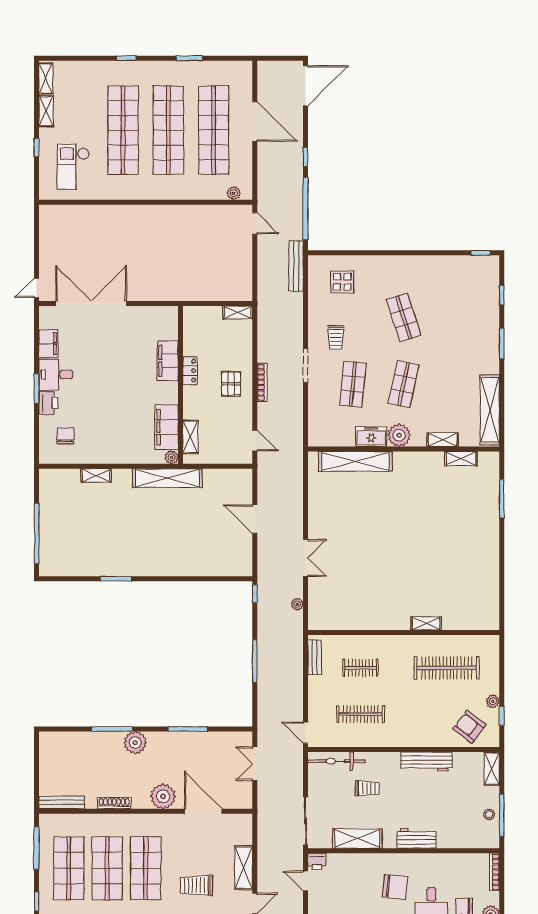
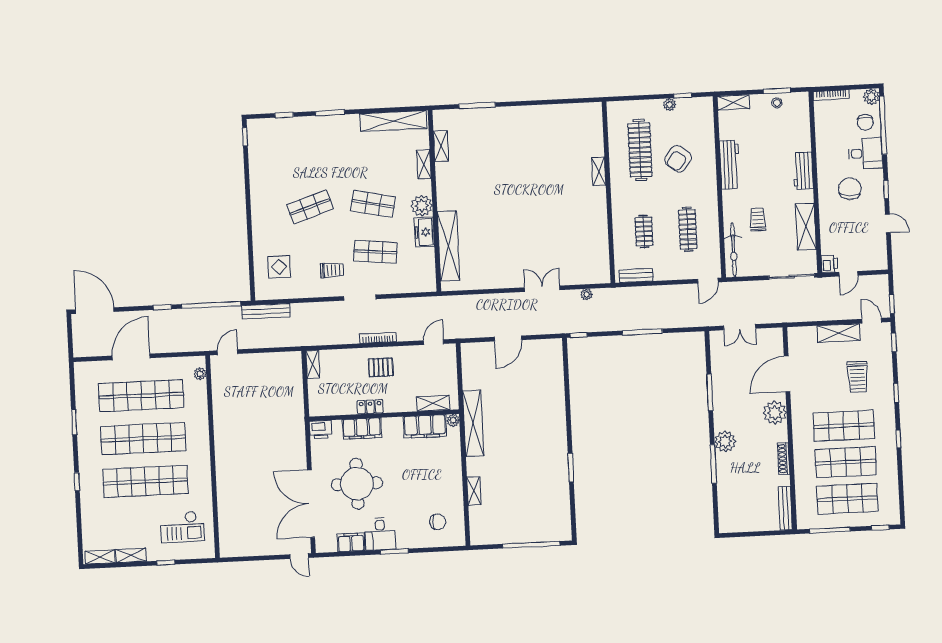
round table: (110, 353) -> (357, 484), added
printer: (48, 403) -> (321, 430), moved, turned 180
chair: (65, 436) -> (438, 522), turned 180
armchair: (469, 727) -> (678, 159), moved
window: (502, 815) -> (777, 91), width x0.69

